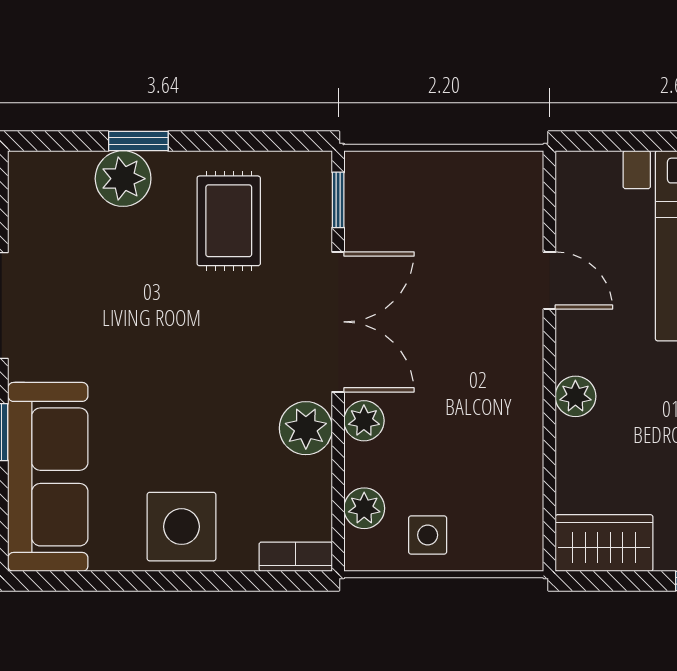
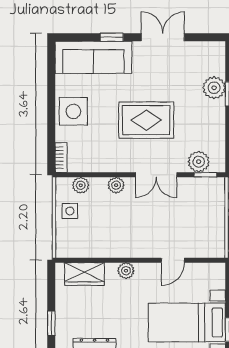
rug: (229, 221) -> (146, 120), moved, width x1.36, depth x1.43
double door: (338, 322) -> (156, 175), width x0.73
plant: (306, 428) -> (199, 162), moved
wardrobe: (604, 543) -> (84, 274), moved, turned 90

